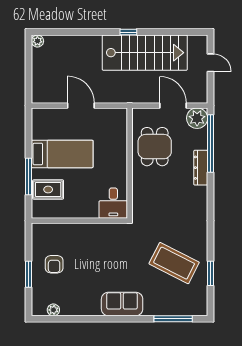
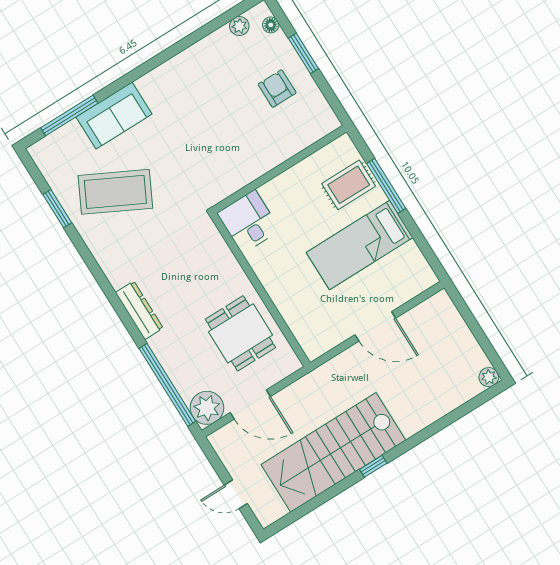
dresser: (201, 168) -> (139, 310), moved
floor lamp: (36, 300) -> (271, 25), added
sofa: (122, 304) -> (114, 115), moved

